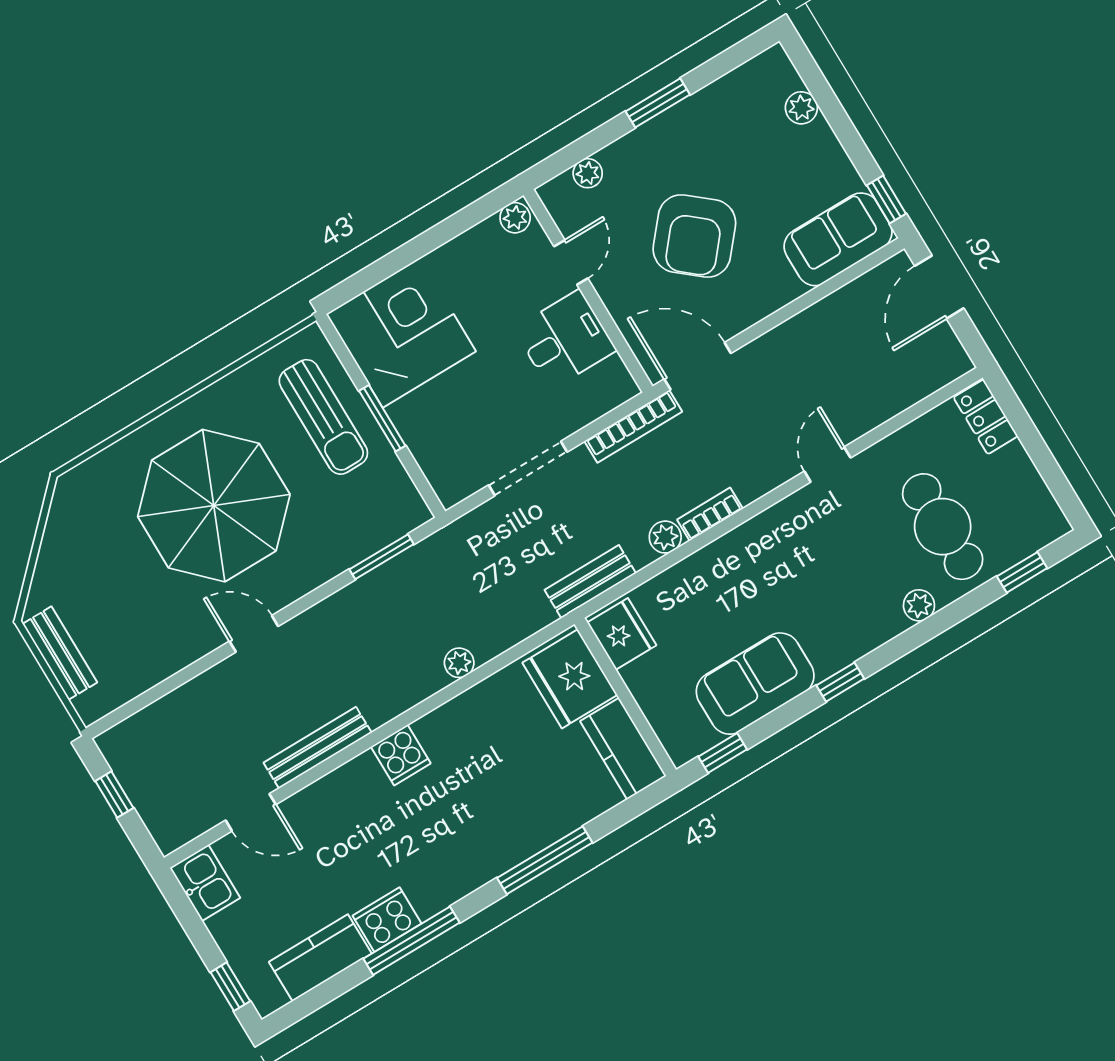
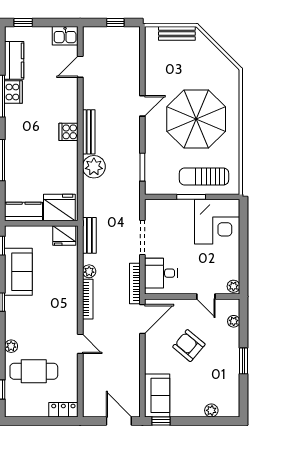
armchair: (694, 236) -> (189, 346), width x0.73, depth x0.73
desk: (565, 340) -> (161, 273), moved, turned 90
bookcase: (710, 514) -> (88, 299), width x1.56
plant: (459, 663) -> (94, 167), width x1.87, depth x1.87
bench: (318, 748) -> (89, 132), moved

